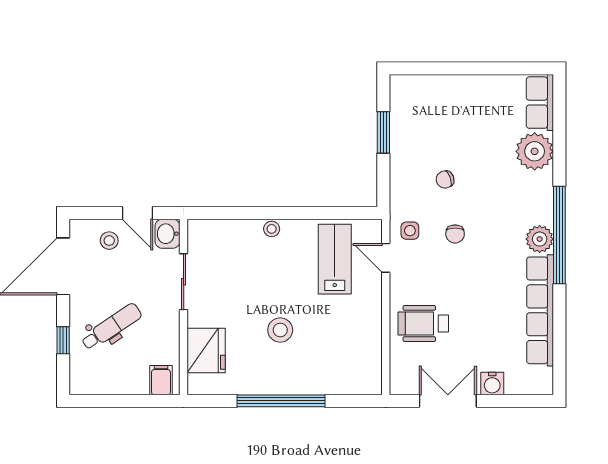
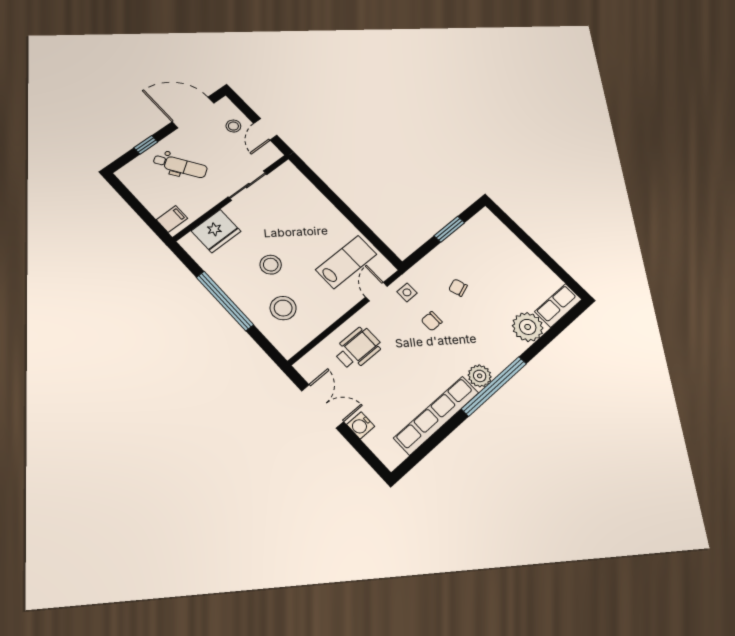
stool: (272, 229) -> (283, 308), moved, width x1.89, depth x1.89
washbasin: (167, 234) -> (269, 155), removed
wheelchair: (423, 323) -> (358, 348), turned 90

